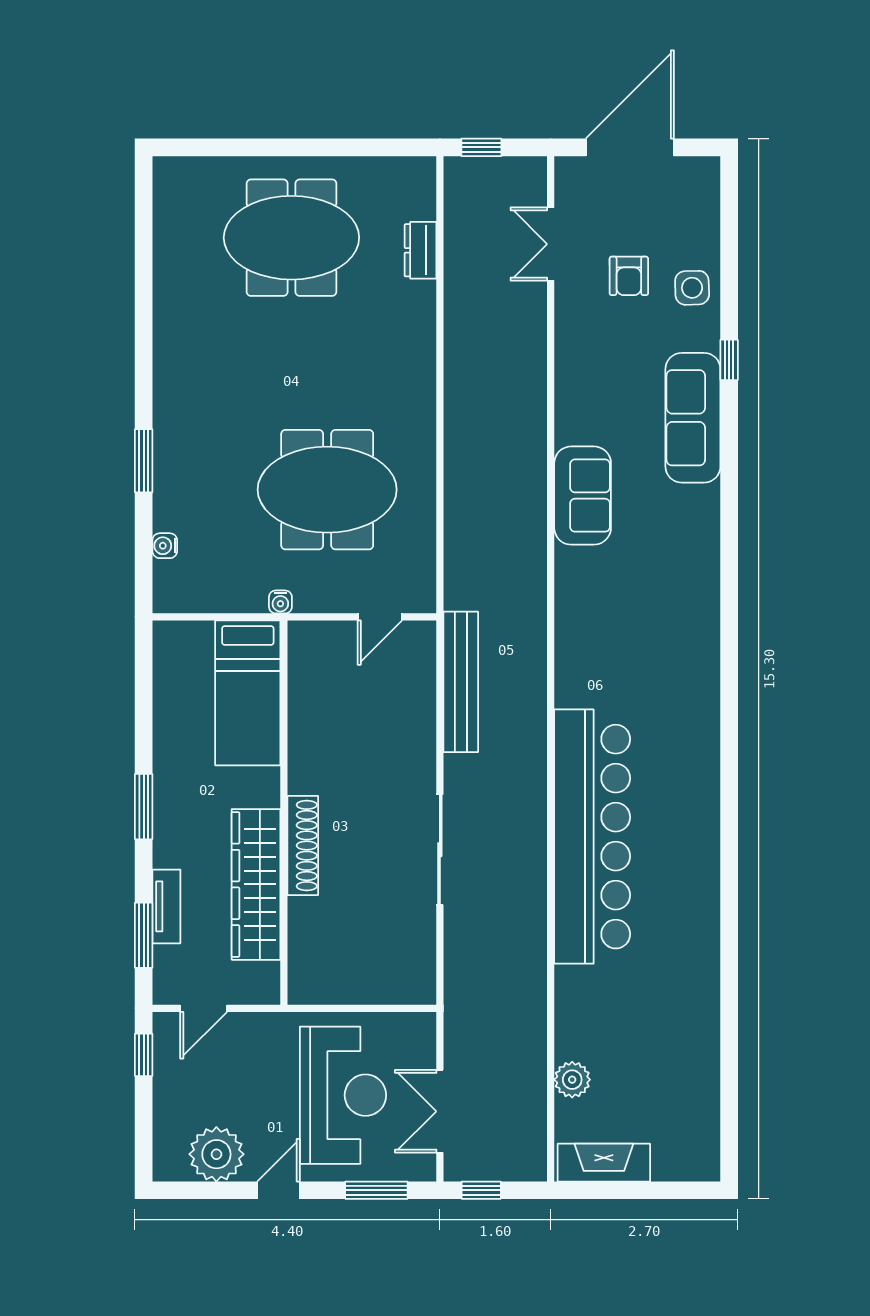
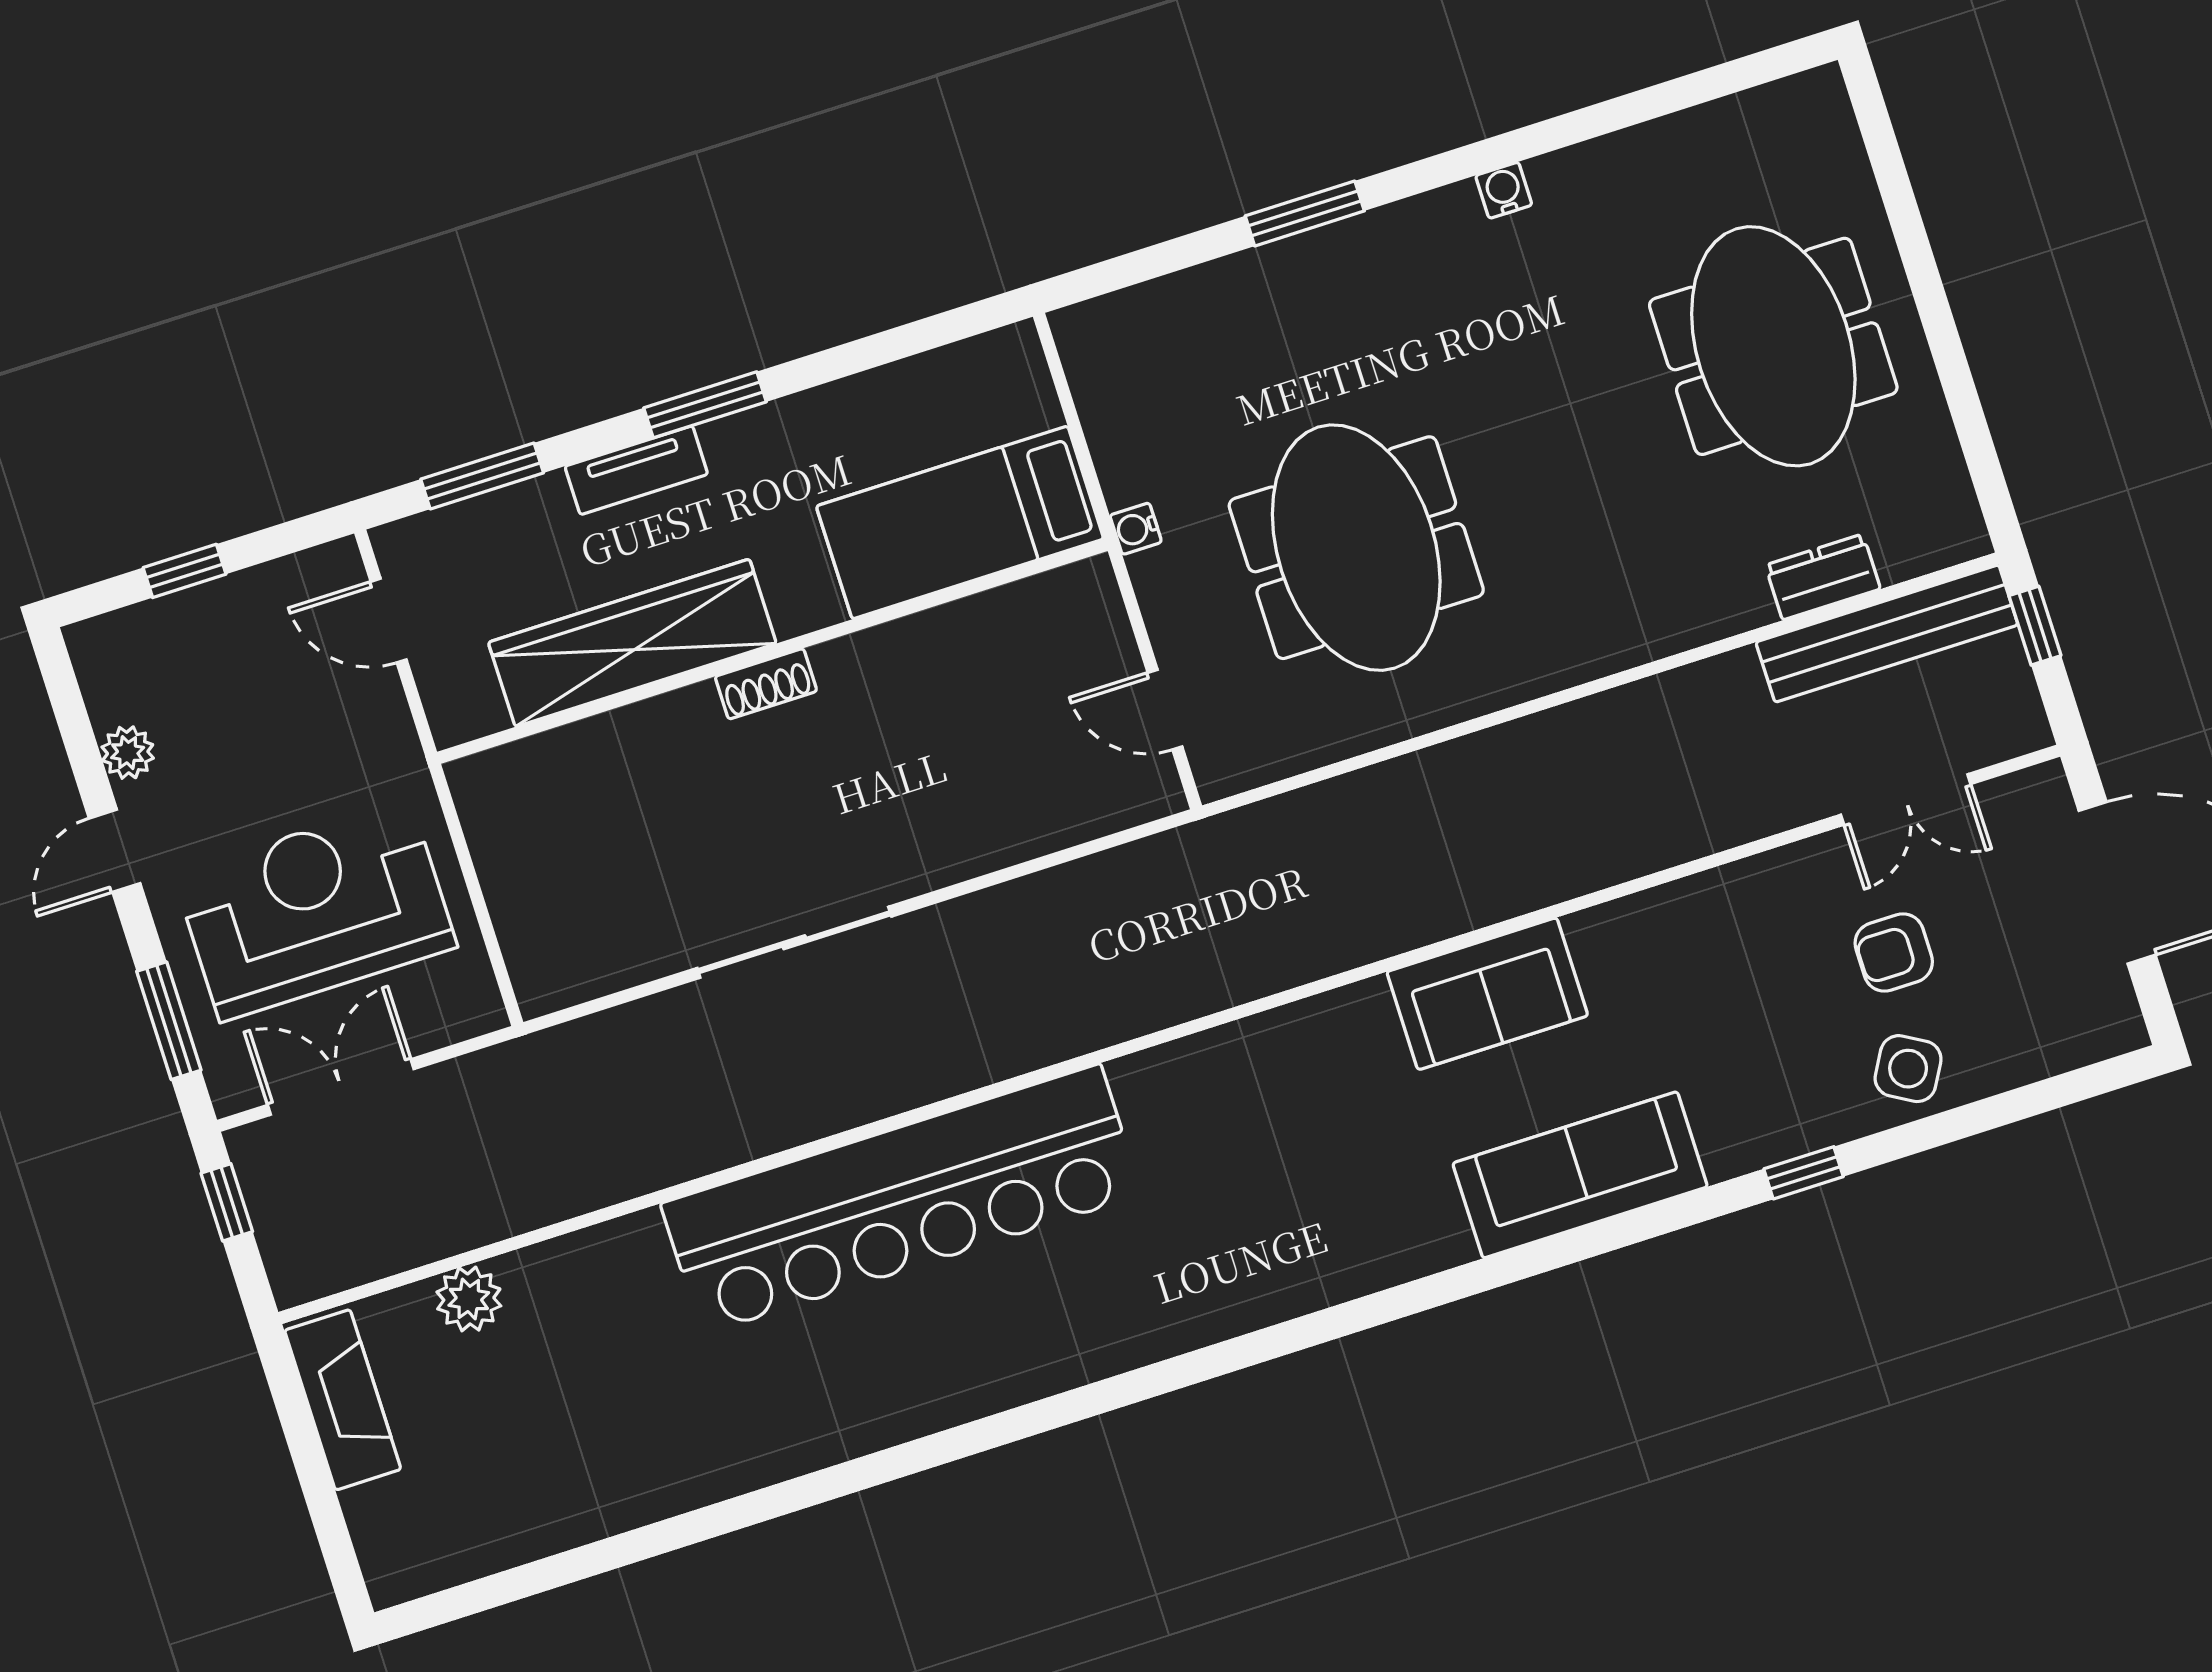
double door: (551, 244) -> (1906, 799), swing flipped
side table: (692, 288) -> (1908, 1069), turned 32
sofa: (693, 418) -> (1580, 1175), moved
water cooler: (165, 546) -> (1504, 190), moved
bench: (461, 682) -> (1887, 634), moved
shoe rack: (303, 846) -> (766, 684), width x0.51, depth x0.81
tv unit: (166, 906) -> (636, 470), moved
window: (144, 1055) -> (185, 571), moved
reception desk: (343, 1095) -> (315, 910), turned 180
plant: (216, 1154) -> (128, 753), width x0.53, depth x0.53
door: (278, 1190) -> (115, 851), swing flipped

